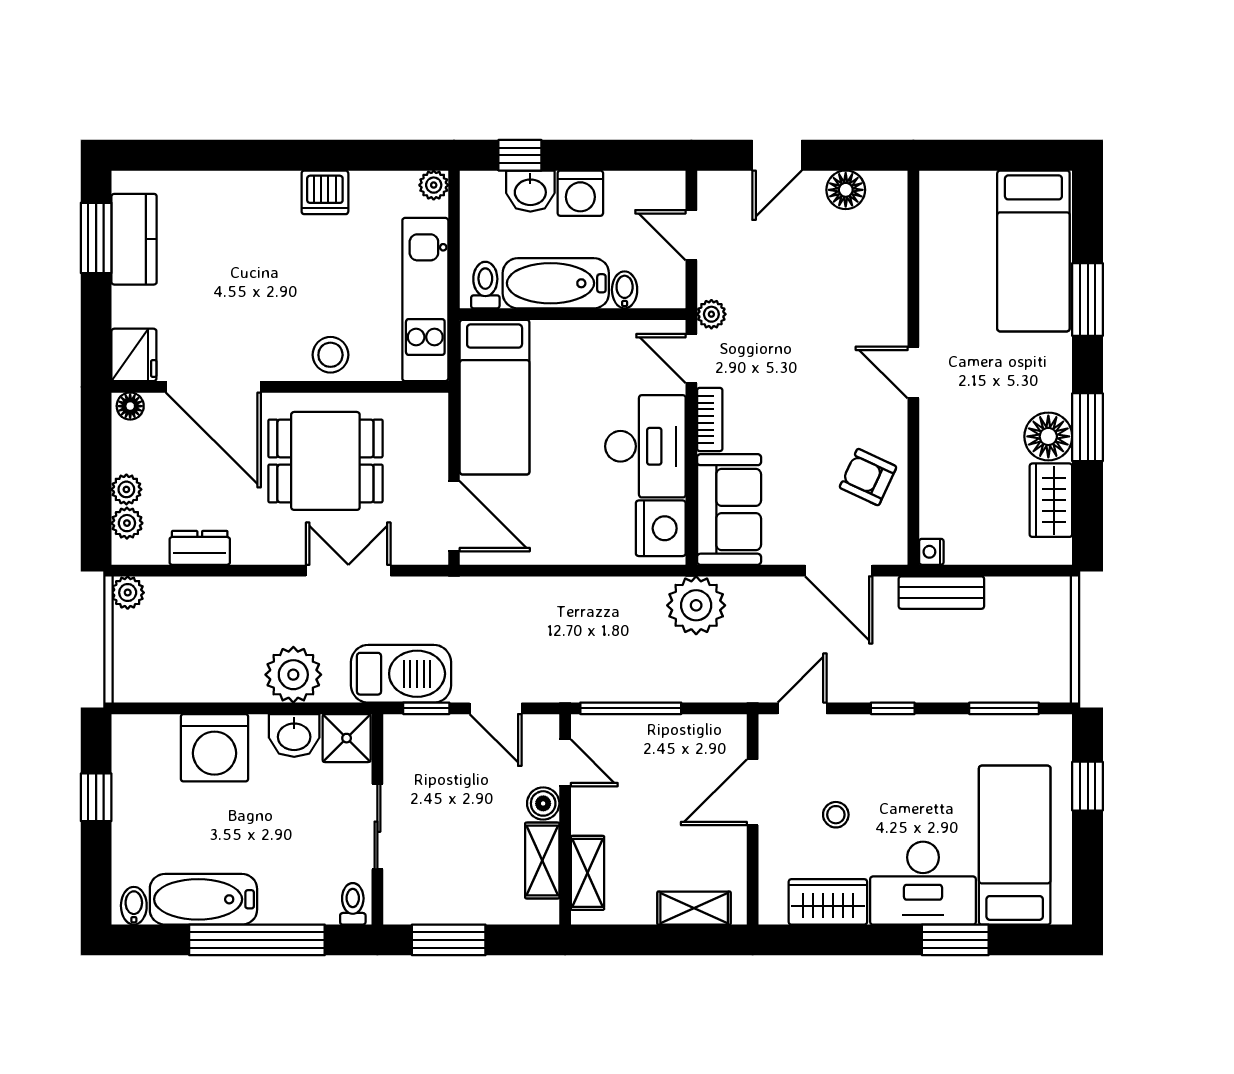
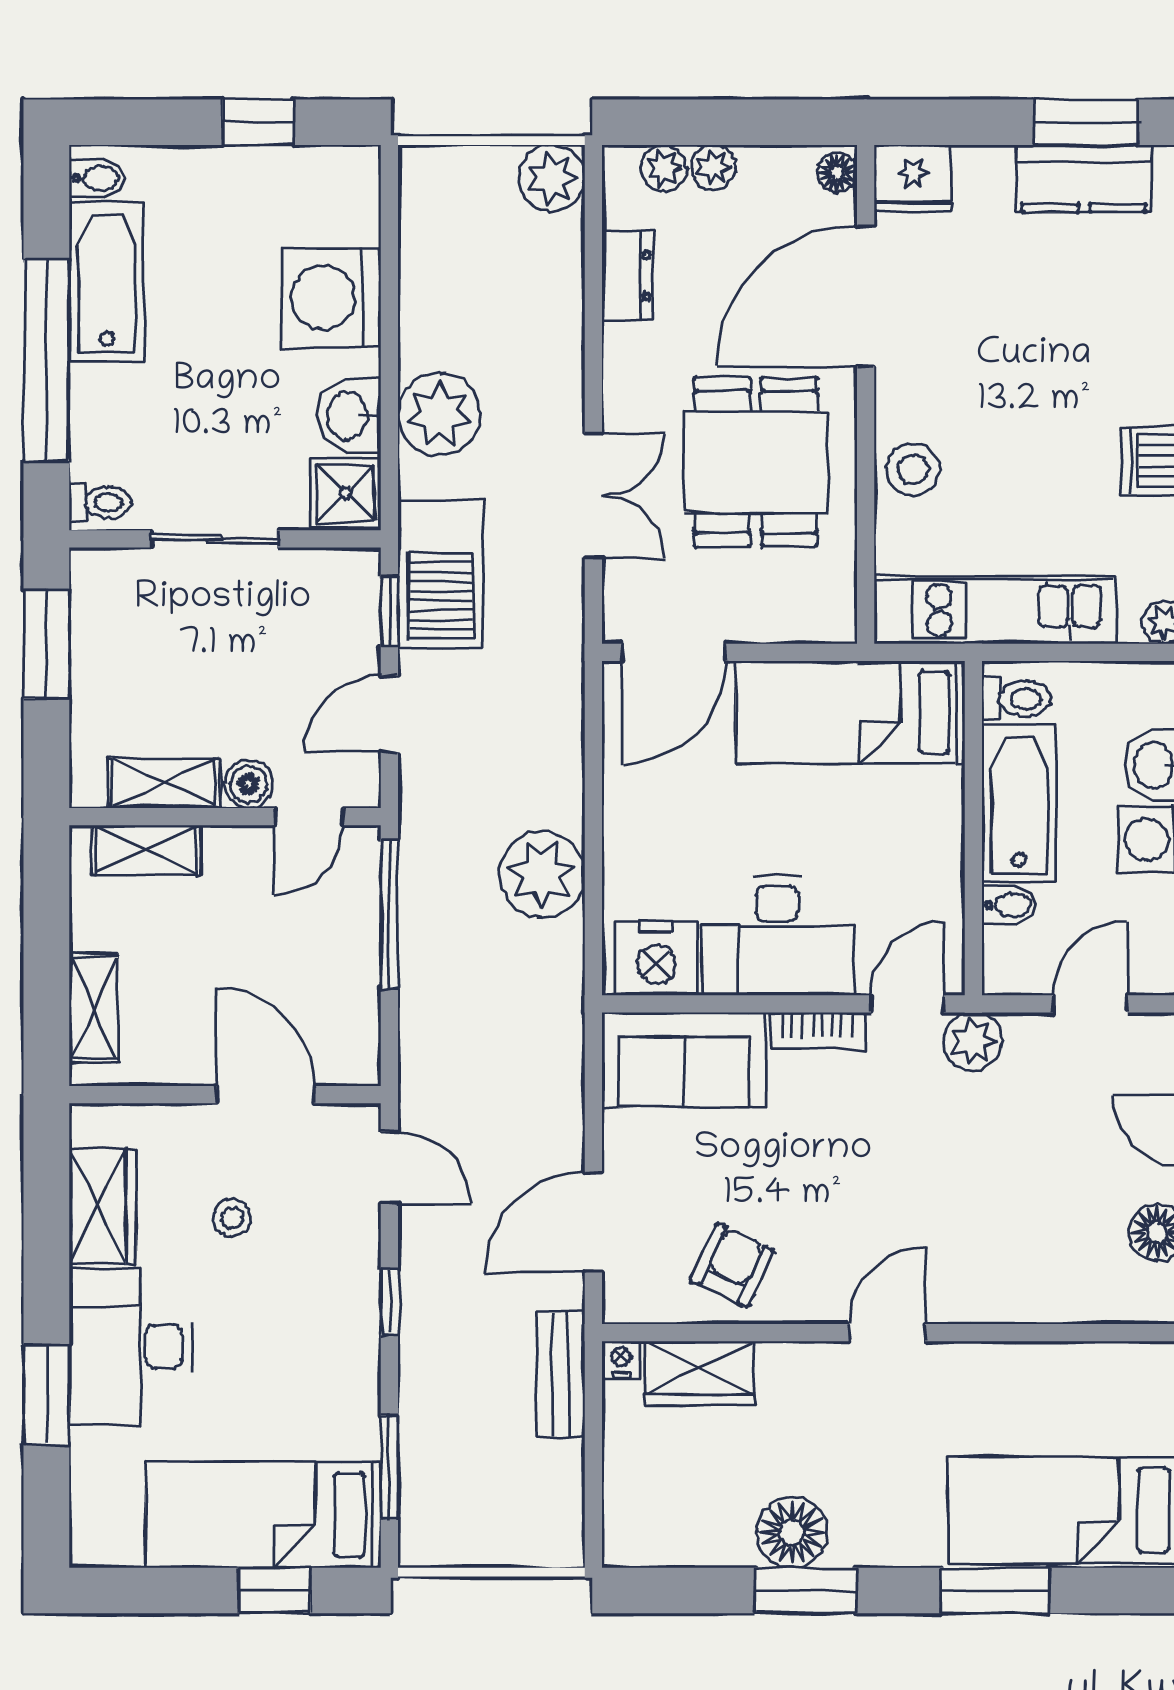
plant: (711, 314) -> (973, 1041), width x1.38, depth x1.38
wardrobe: (1051, 500) -> (699, 1373), moved, turned 180
plant: (128, 593) -> (552, 178), width x1.38, depth x1.38
plant: (696, 605) -> (542, 875), moved
bed: (1015, 845) -> (263, 1515), moved, turned 180

